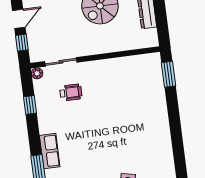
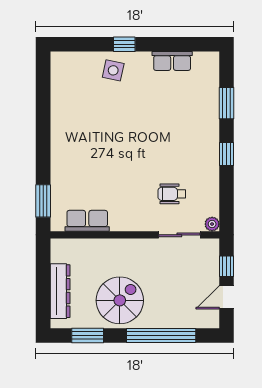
window: (30, 105) -> (226, 154), moved
row of seats: (50, 151) -> (87, 221), moved, turned 90

